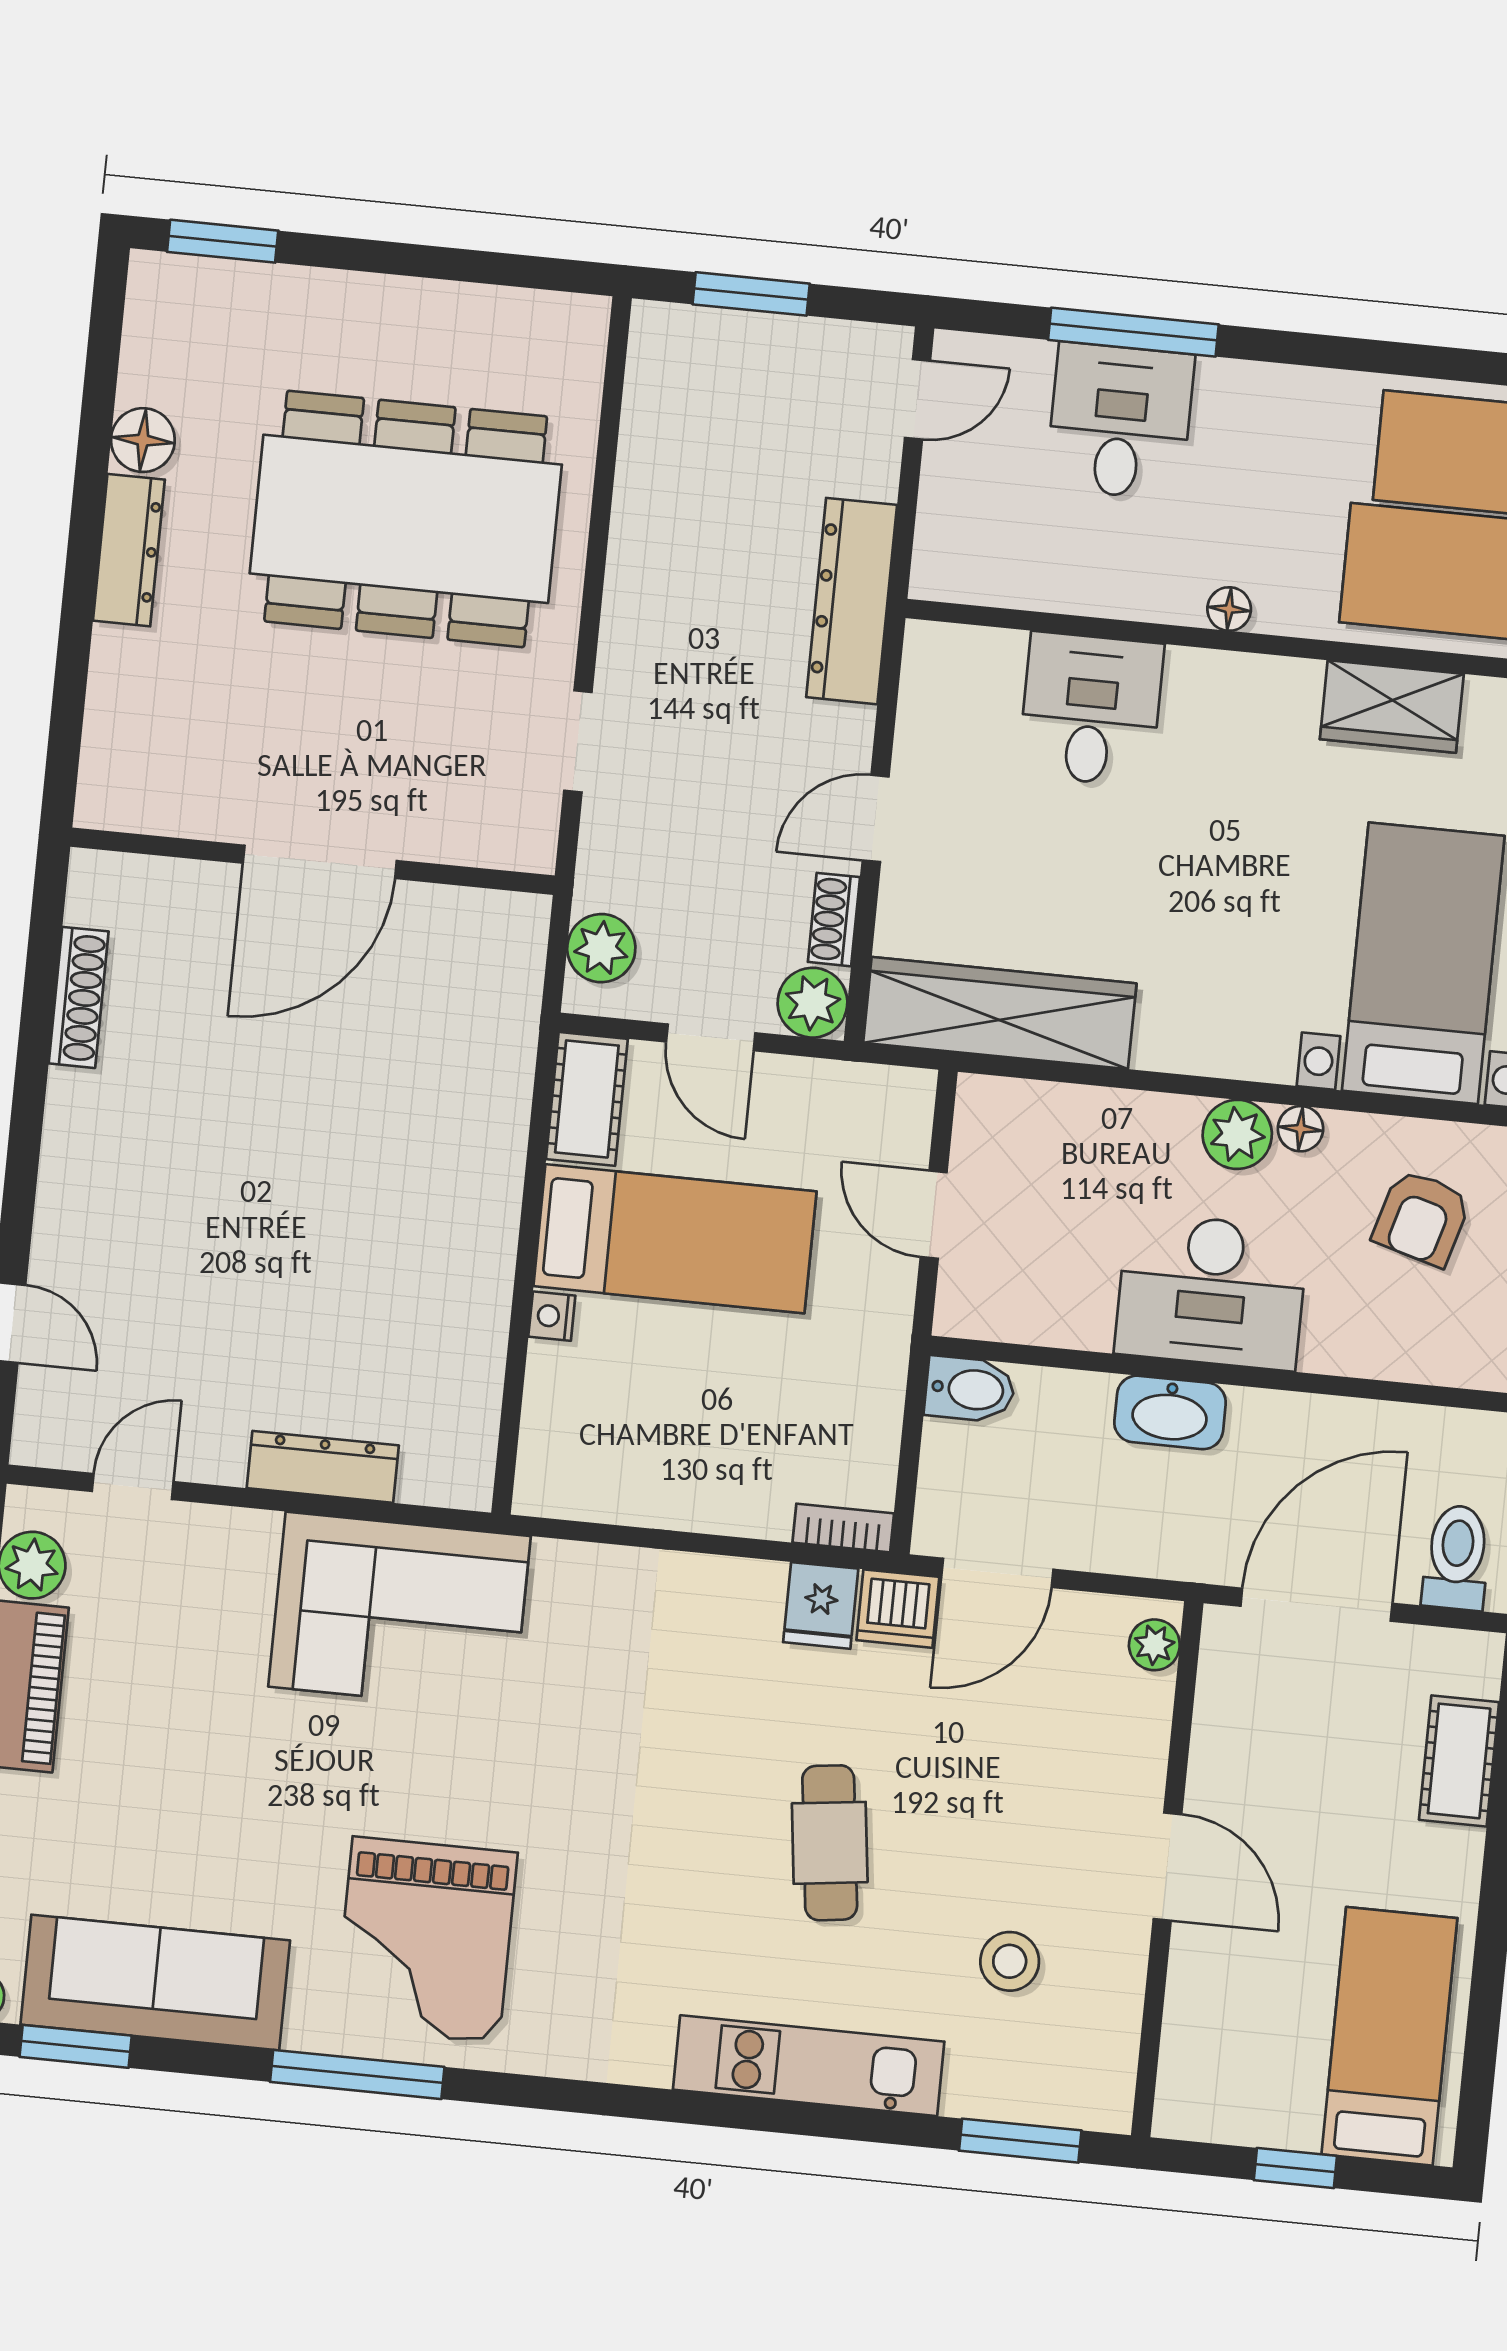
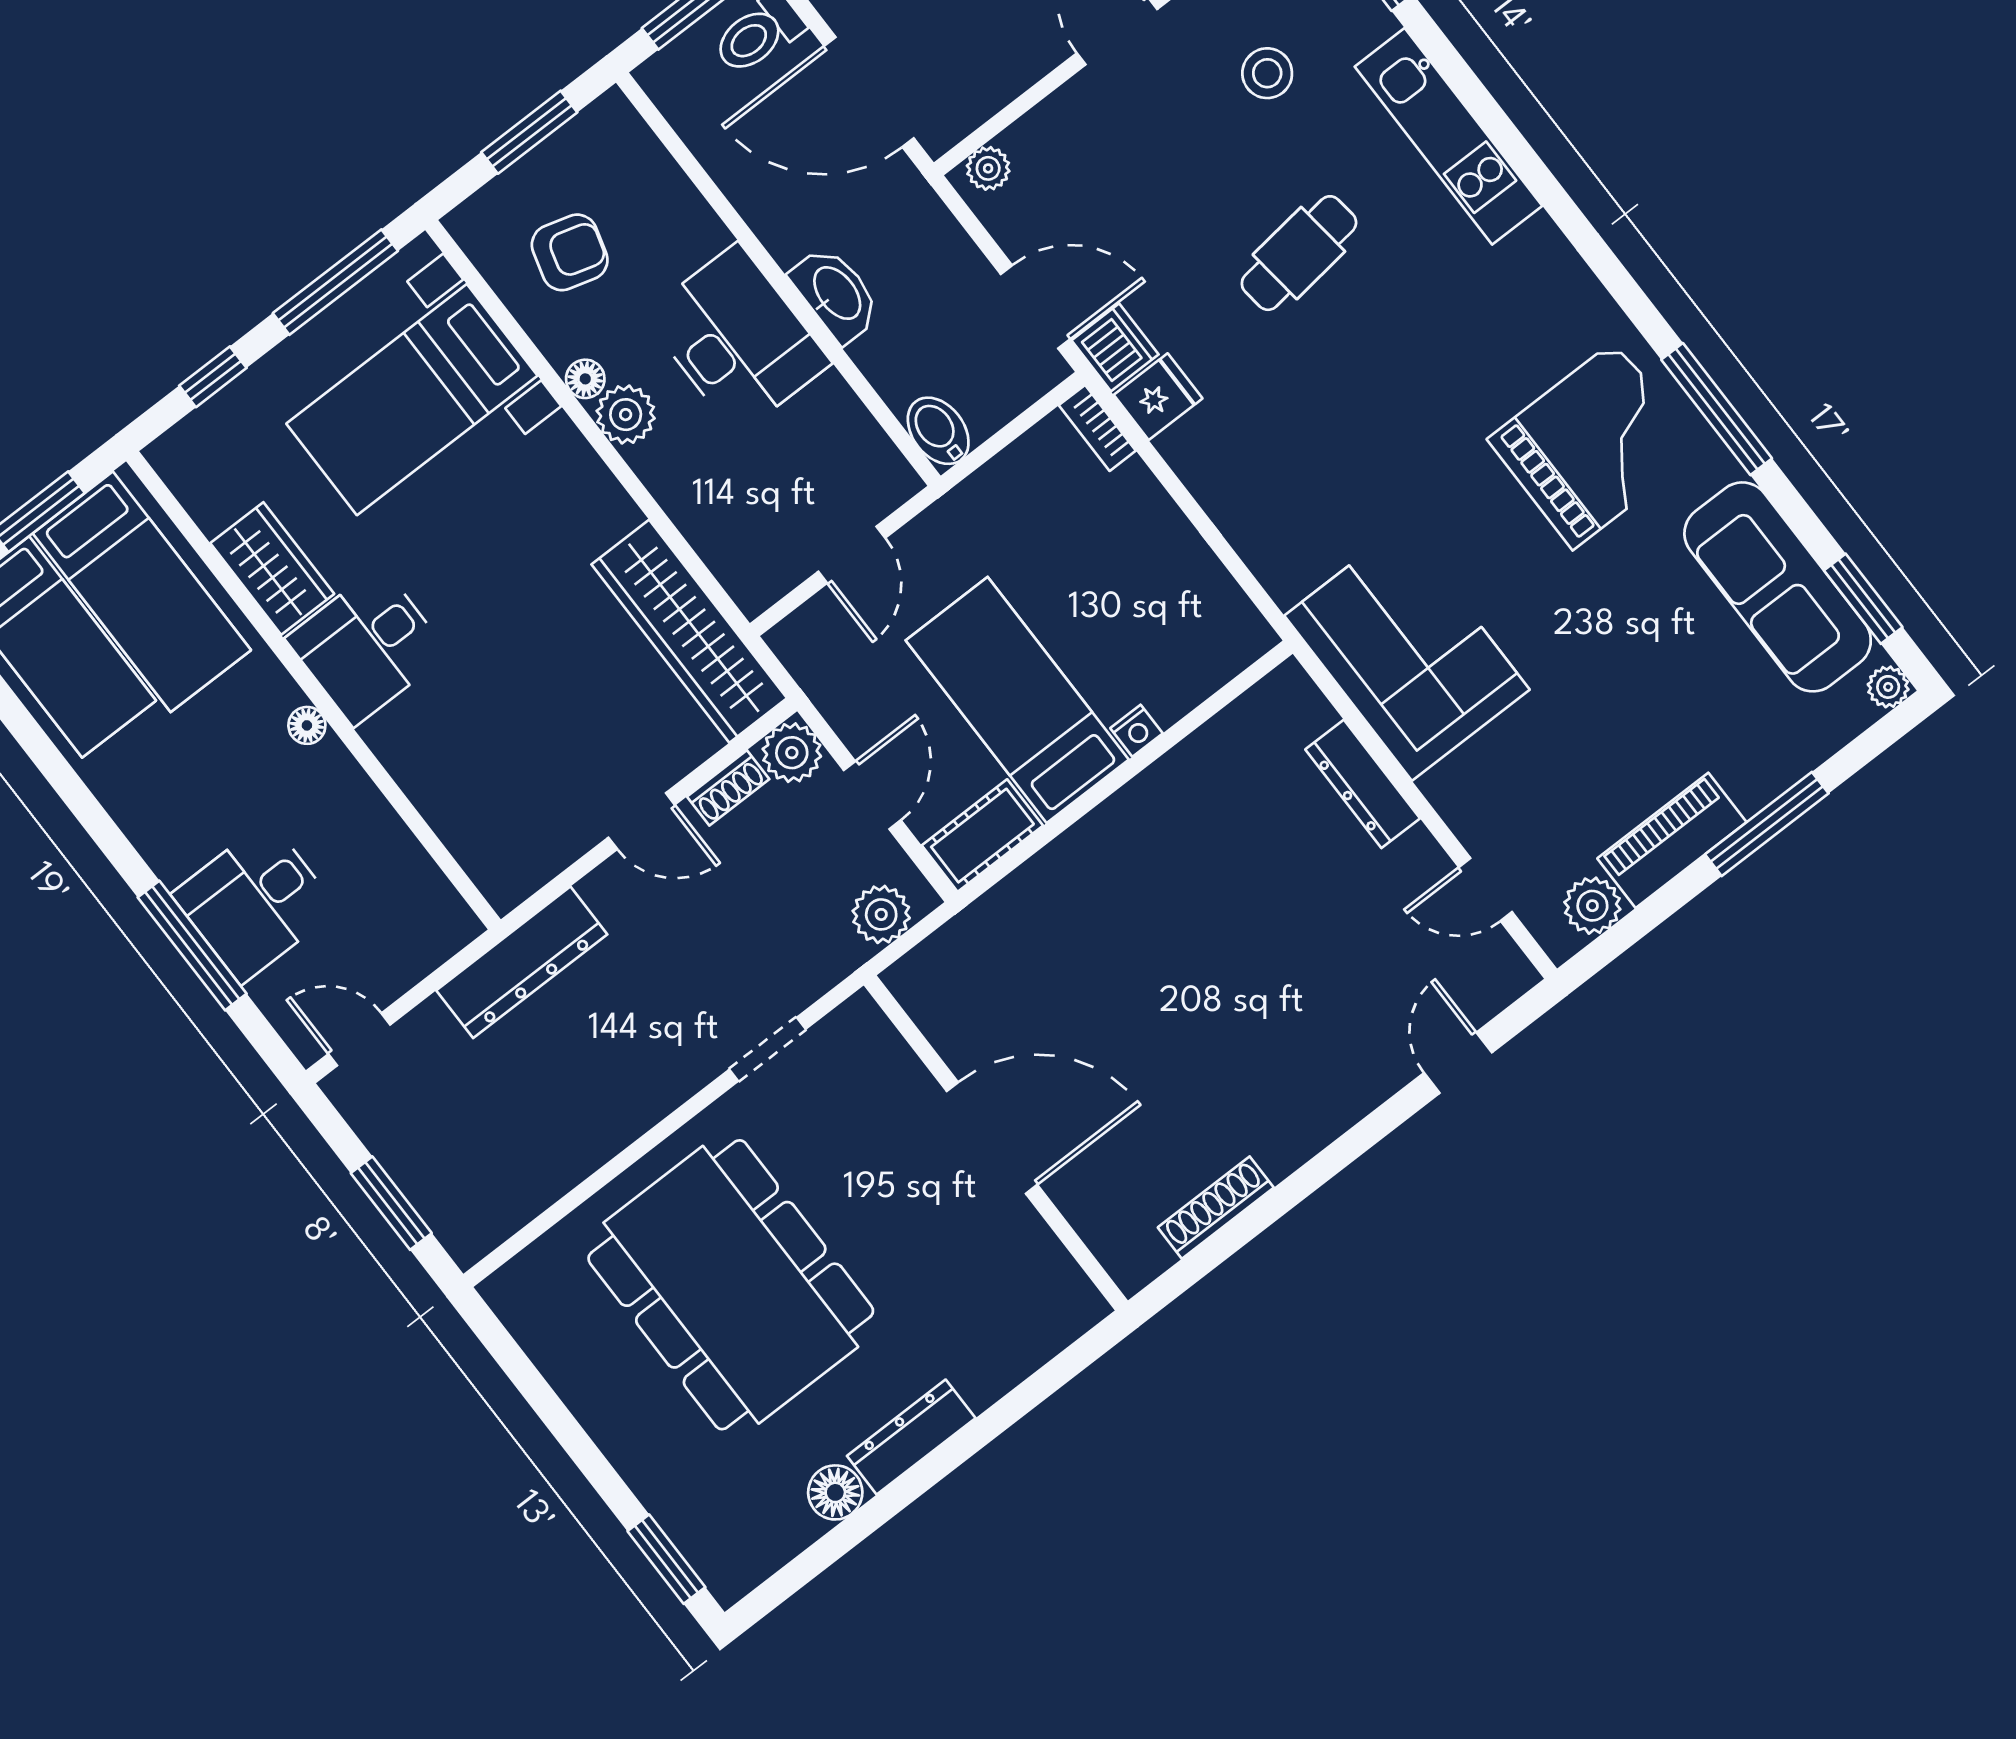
desk: (1091, 709) -> (367, 646), moved

